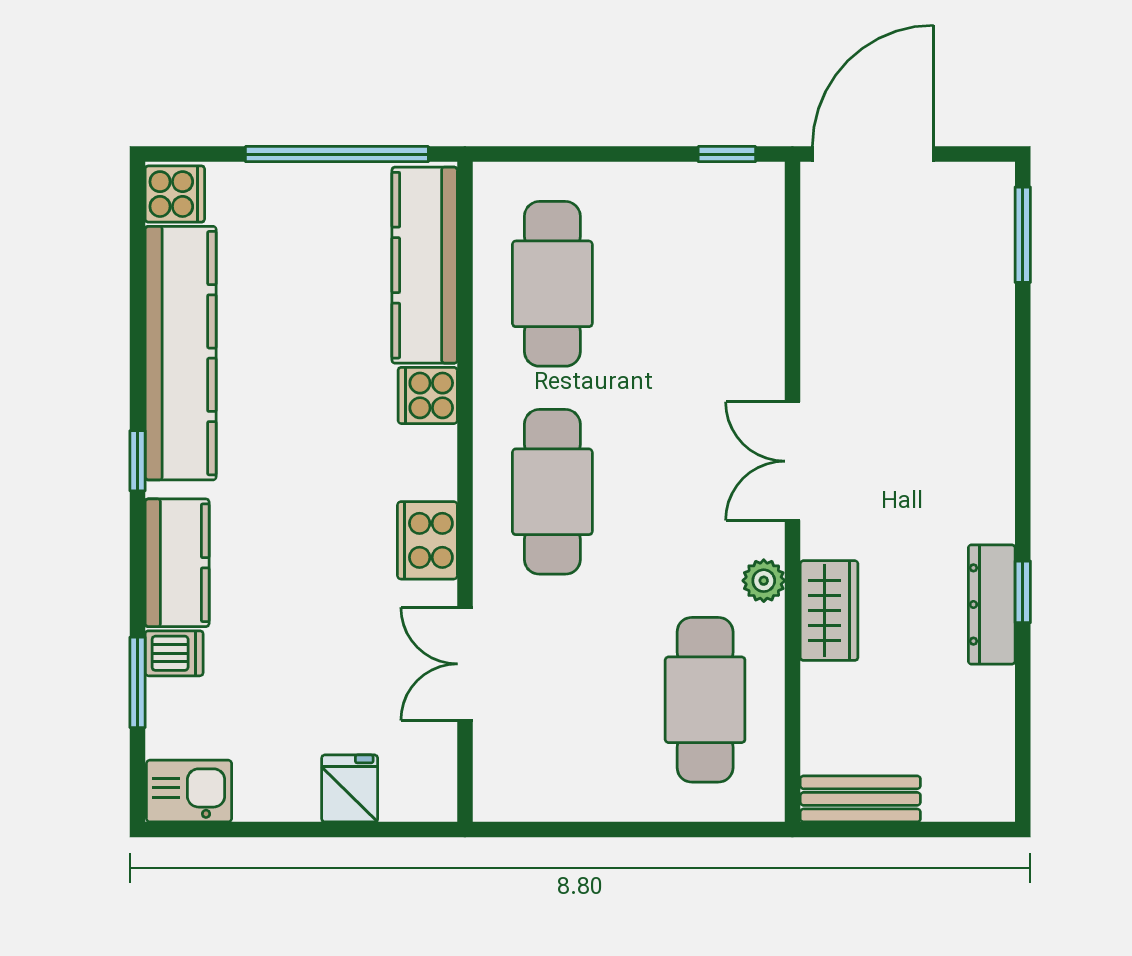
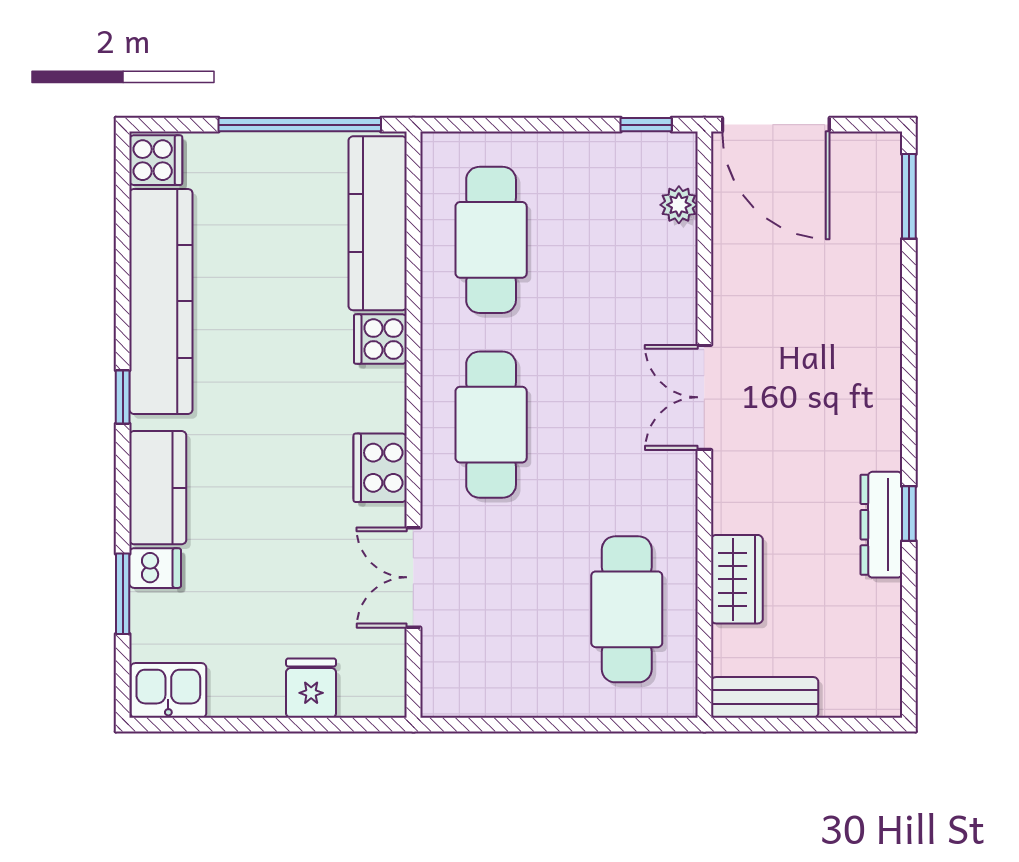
door: (873, 154) -> (776, 125), swing flipped
plant: (764, 581) -> (679, 205), moved
wardrobe: (829, 611) -> (737, 579), moved

